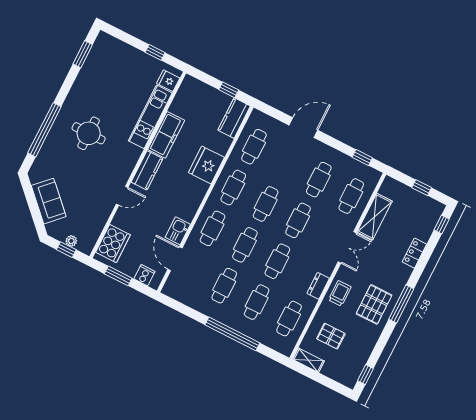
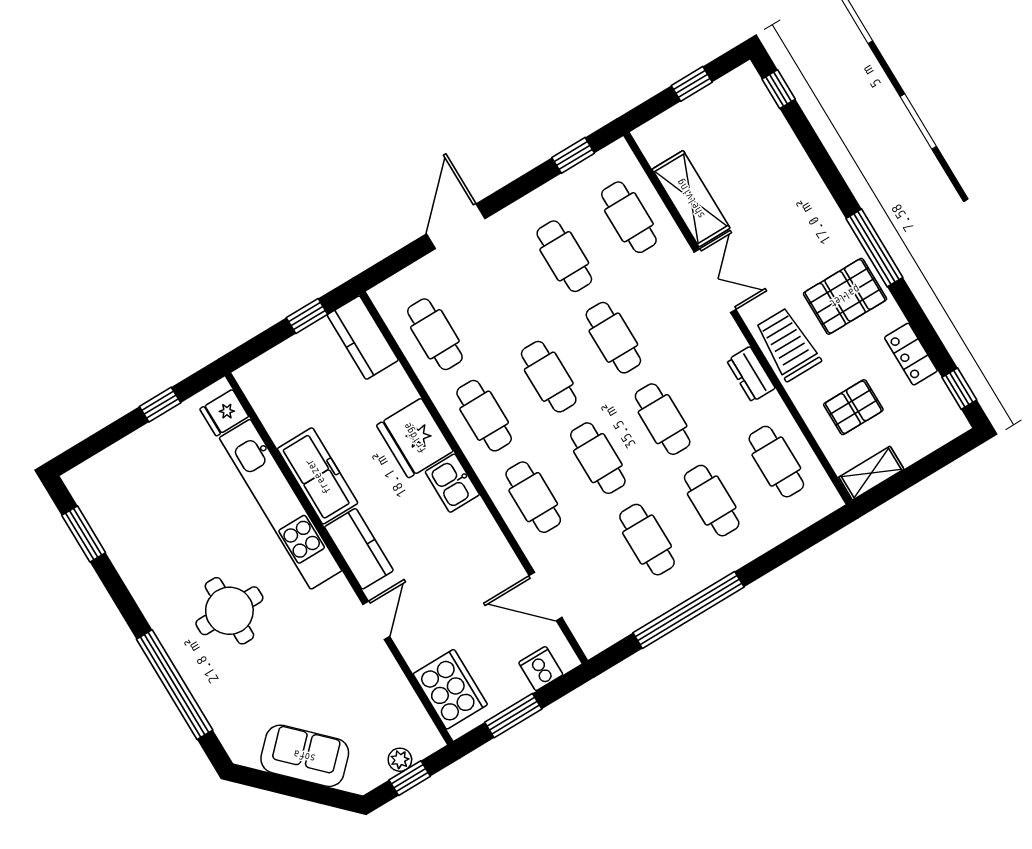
kitchen unit: (150, 117) -> (280, 504), width x1.36
kitchen sink: (178, 231) -> (452, 483), moved
locker: (414, 253) -> (911, 354), moved
trolley: (340, 293) -> (788, 344), width x1.36, depth x1.39
pallet: (374, 304) -> (845, 296), turned 90
window: (232, 334) -> (689, 610), moved

